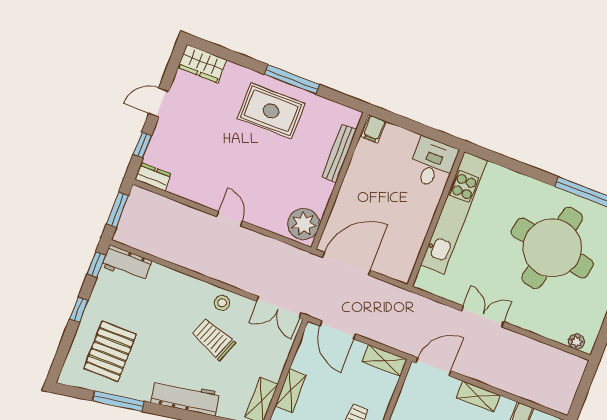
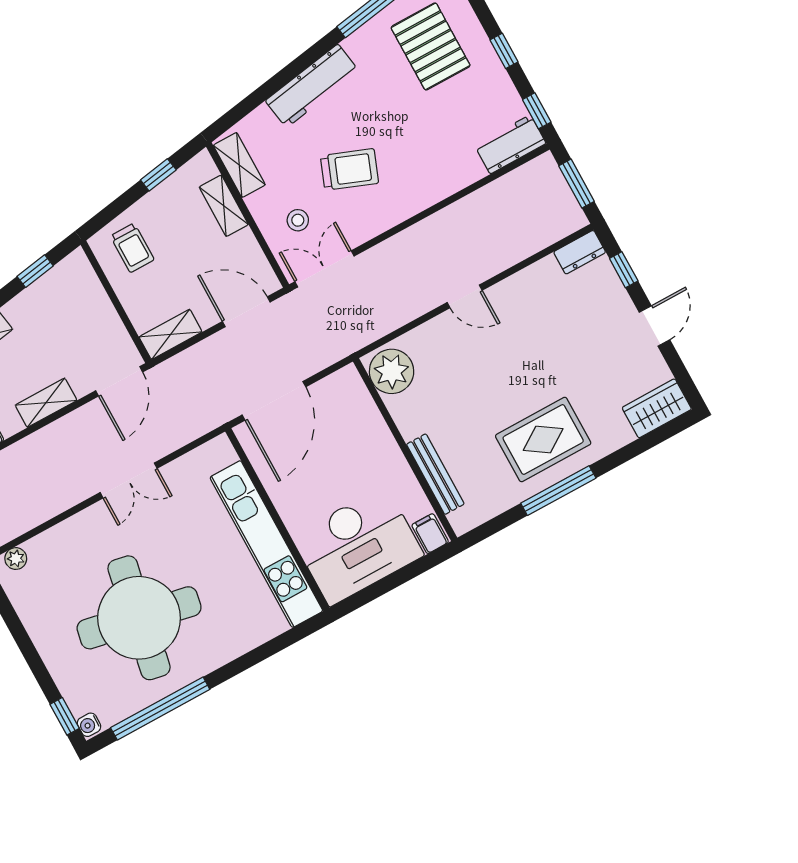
desk: (432, 163) -> (358, 546), width x1.87, depth x1.30
door: (347, 264) -> (274, 401), moved
stool: (222, 303) -> (298, 220), moved

